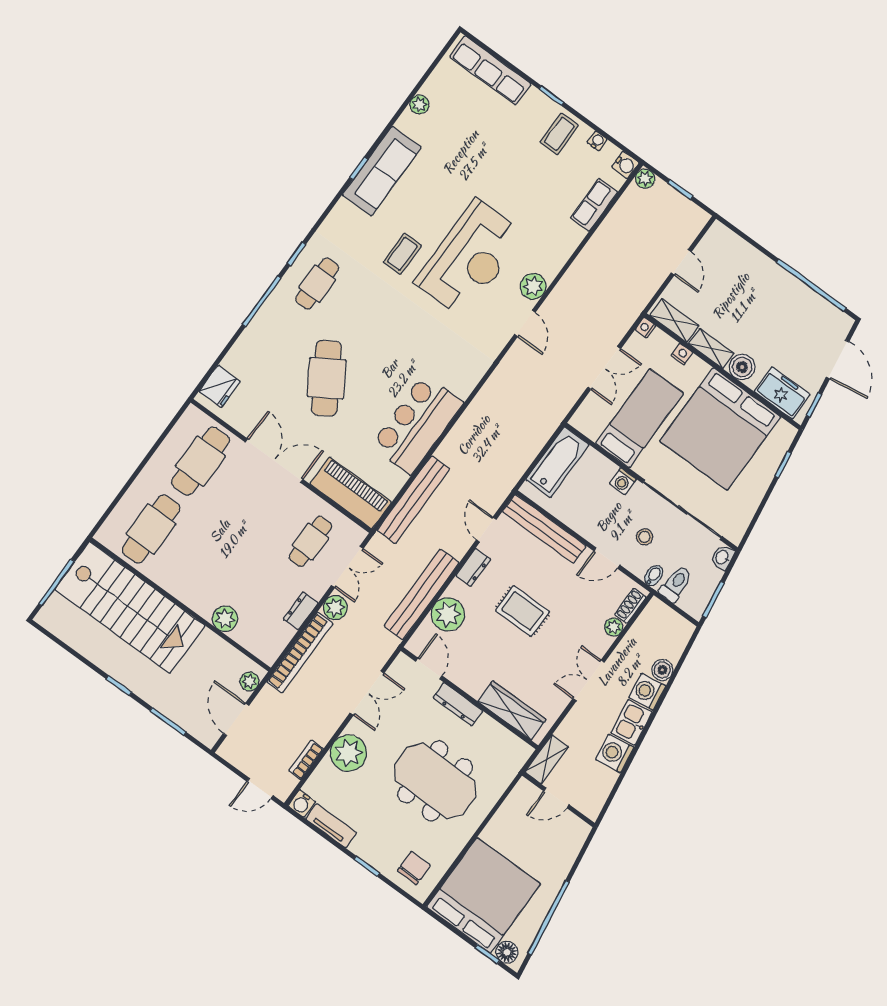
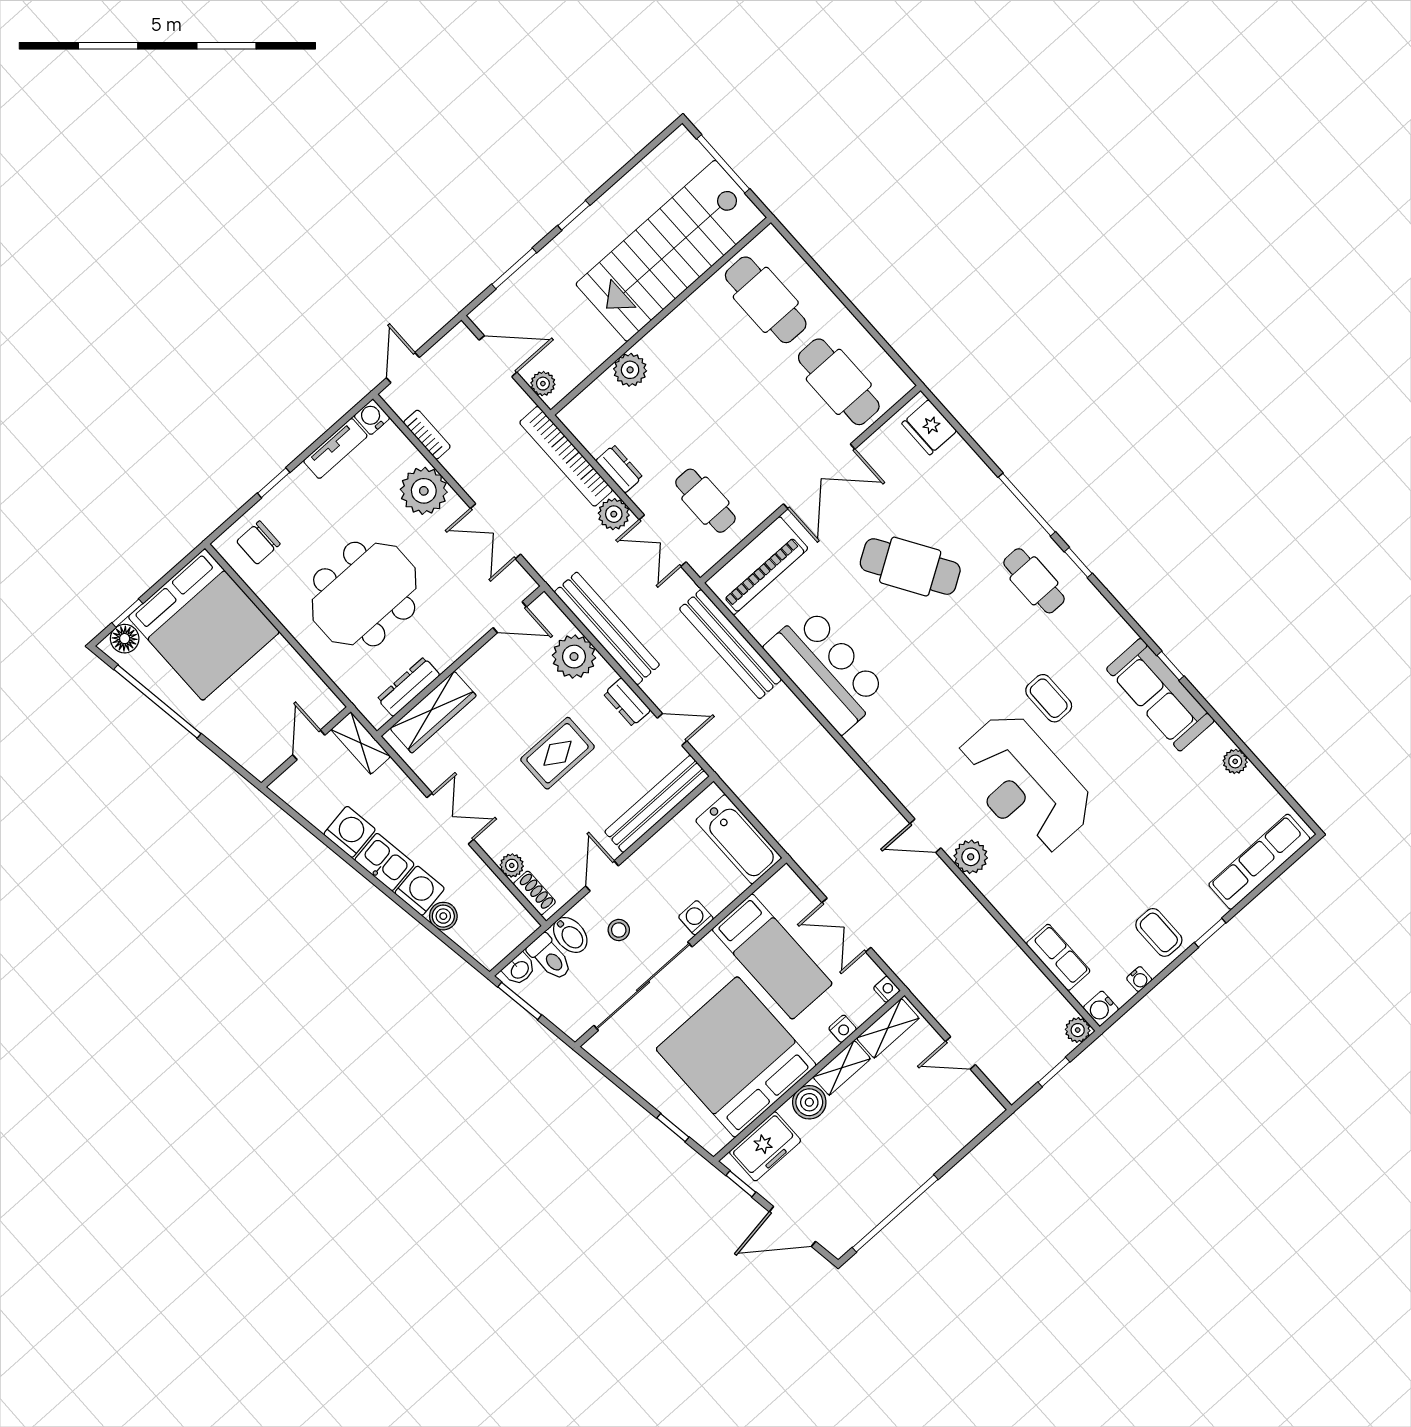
washbasin: (722, 557) -> (519, 969), moved, turned 99
bidet: (654, 576) -> (570, 935), width x1.38, depth x1.36
dresser: (458, 704) -> (409, 687), moved
chair: (414, 868) -> (258, 543), turned 90

